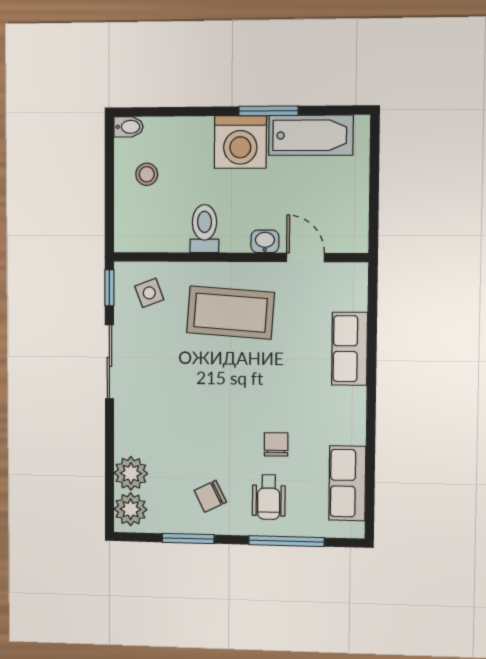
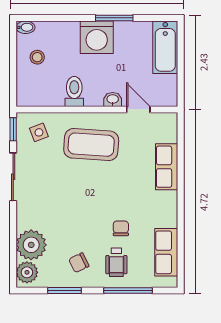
bathtub: (311, 135) -> (165, 47), moved, turned 90
plant: (131, 473) -> (31, 245), width x1.36, depth x1.36

